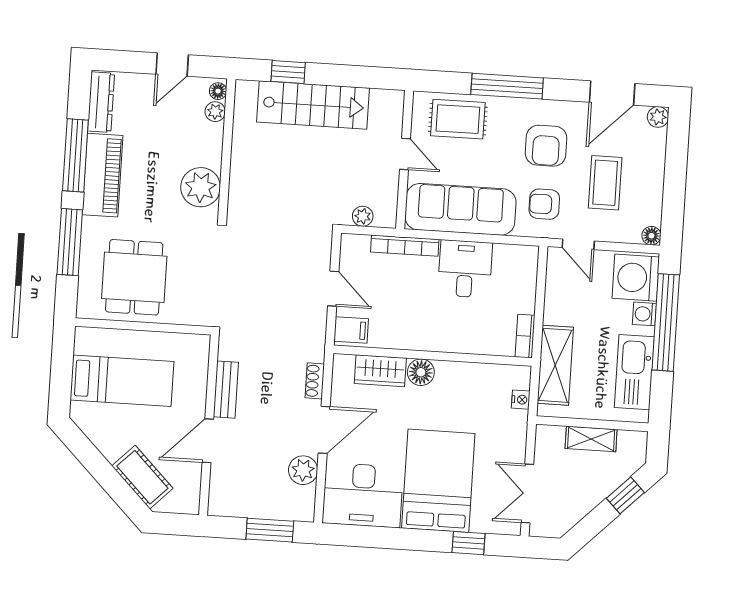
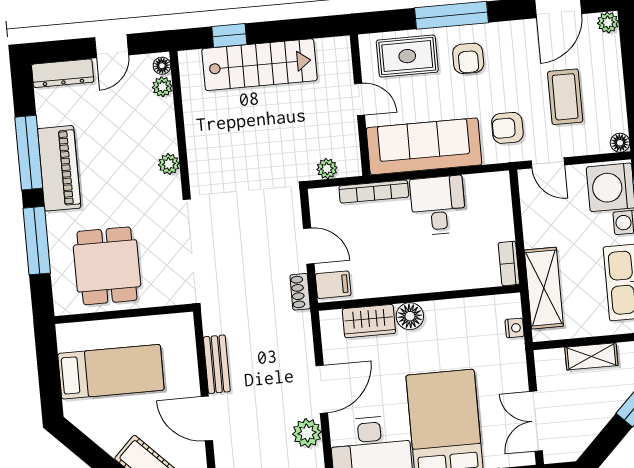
dresser: (101, 102) -> (63, 73), moved, turned 90
armchair: (546, 146) -> (468, 58), moved, width x0.72, depth x0.72
plant: (201, 187) -> (169, 164), width x0.53, depth x0.53
shoe rack: (315, 381) -> (300, 292), moved
door: (208, 441) -> (207, 418), hinge flipped

